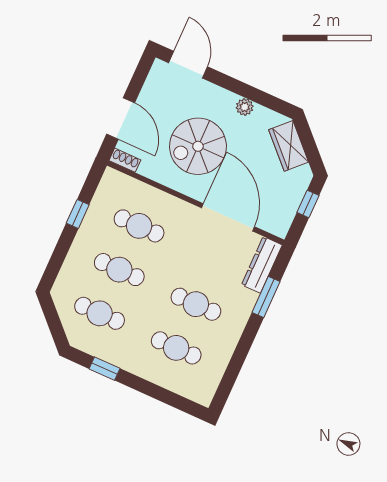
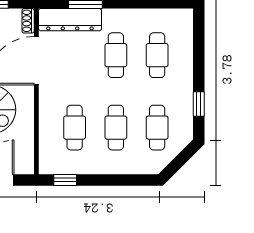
shoe rack: (125, 160) -> (28, 21), moved
window: (78, 214) -> (65, 180), moved
dresser: (262, 265) -> (70, 20), width x1.37, depth x1.24

